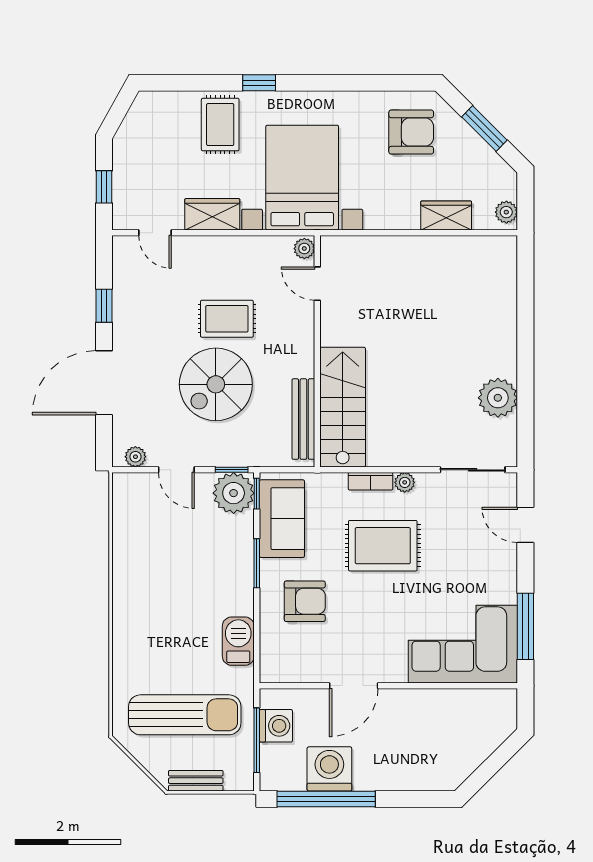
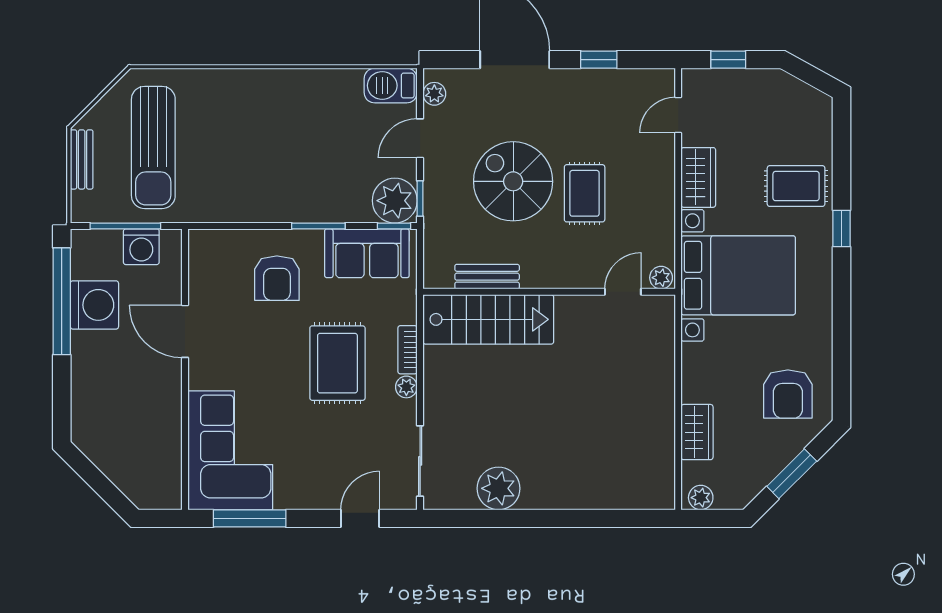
bench: (303, 419) -> (487, 277), width x0.73
barbecue: (238, 641) -> (391, 86), moved, turned 180

